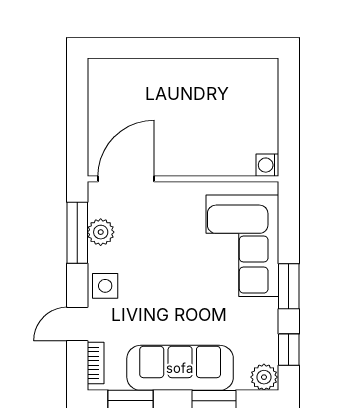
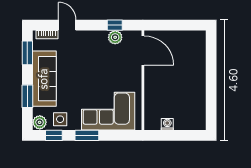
washing machine: (267, 165) -> (167, 124), moved
window: (77, 233) -> (115, 25), width x0.46
side table: (105, 286) -> (60, 119), moved

